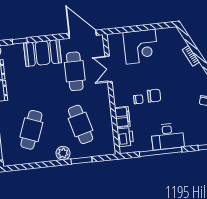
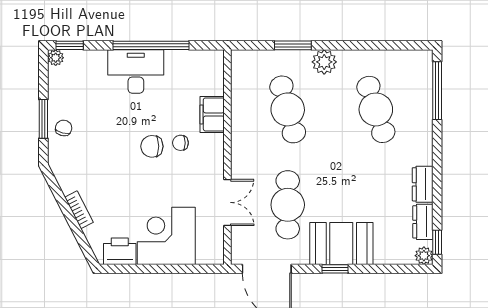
window: (20, 41) -> (335, 269), moved
cafe table: (31, 130) -> (376, 109), turned -39
printer: (125, 137) -> (120, 251), moved, turned 90

